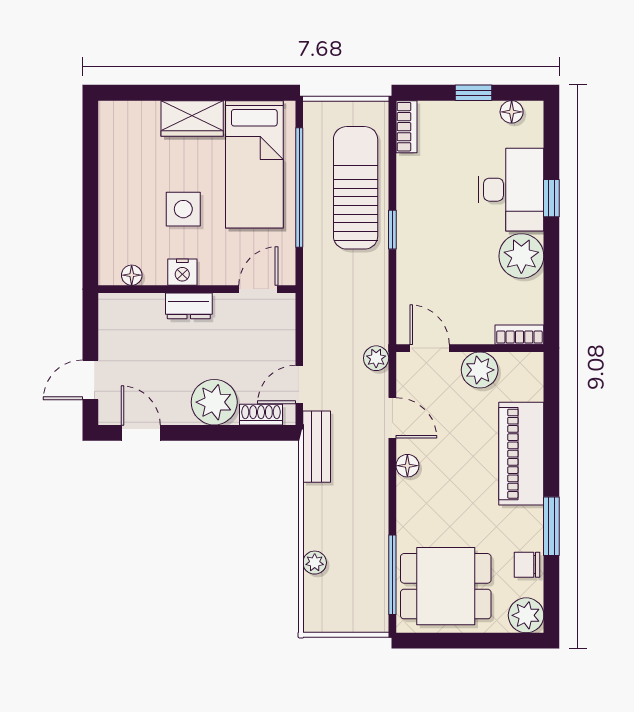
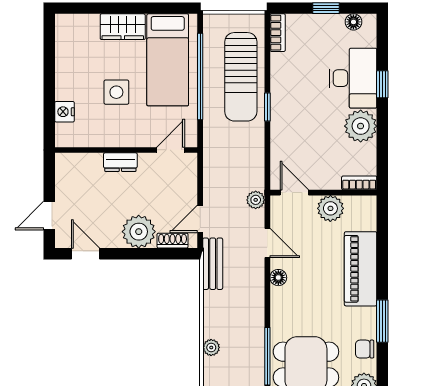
sun lounger: (356, 188) -> (241, 77), turned 180
nightstand: (182, 272) -> (65, 112), moved, turned 90
floor lamp: (132, 275) -> (79, 140), removed

